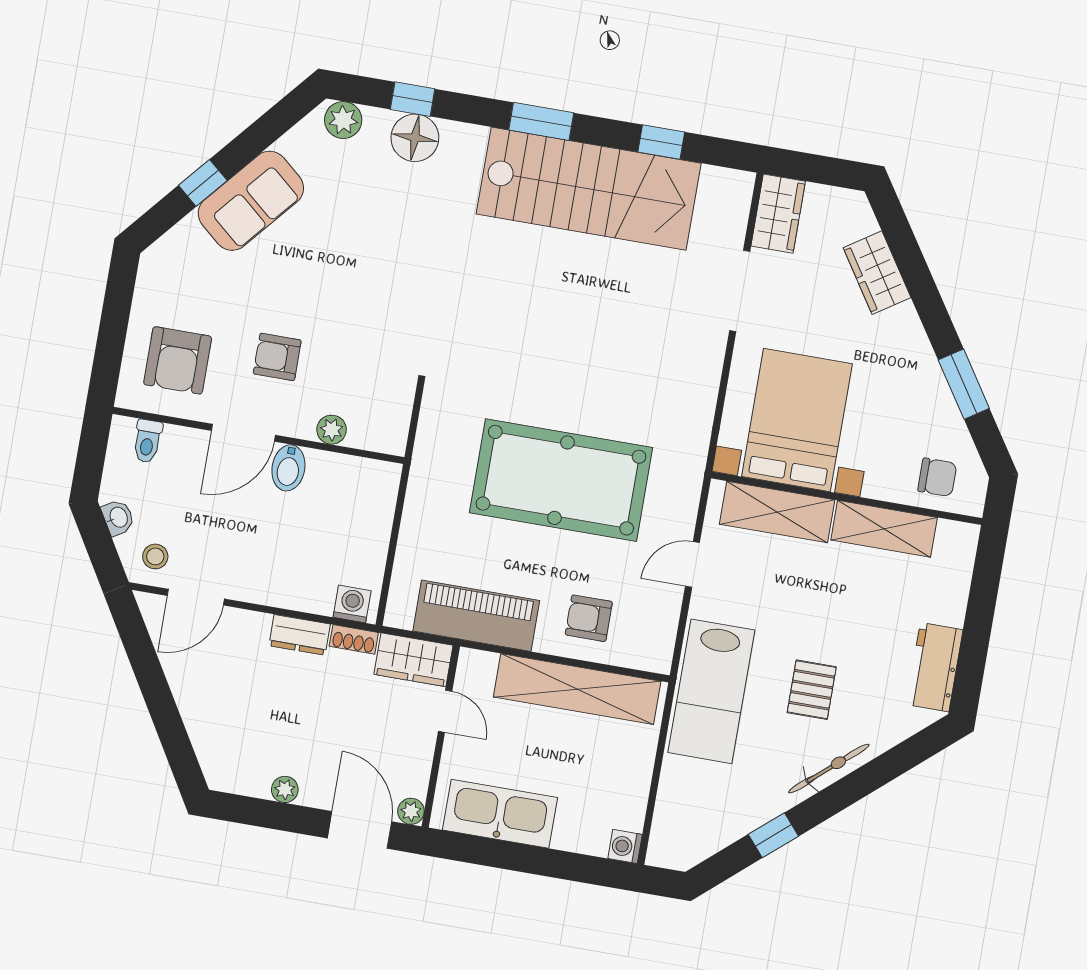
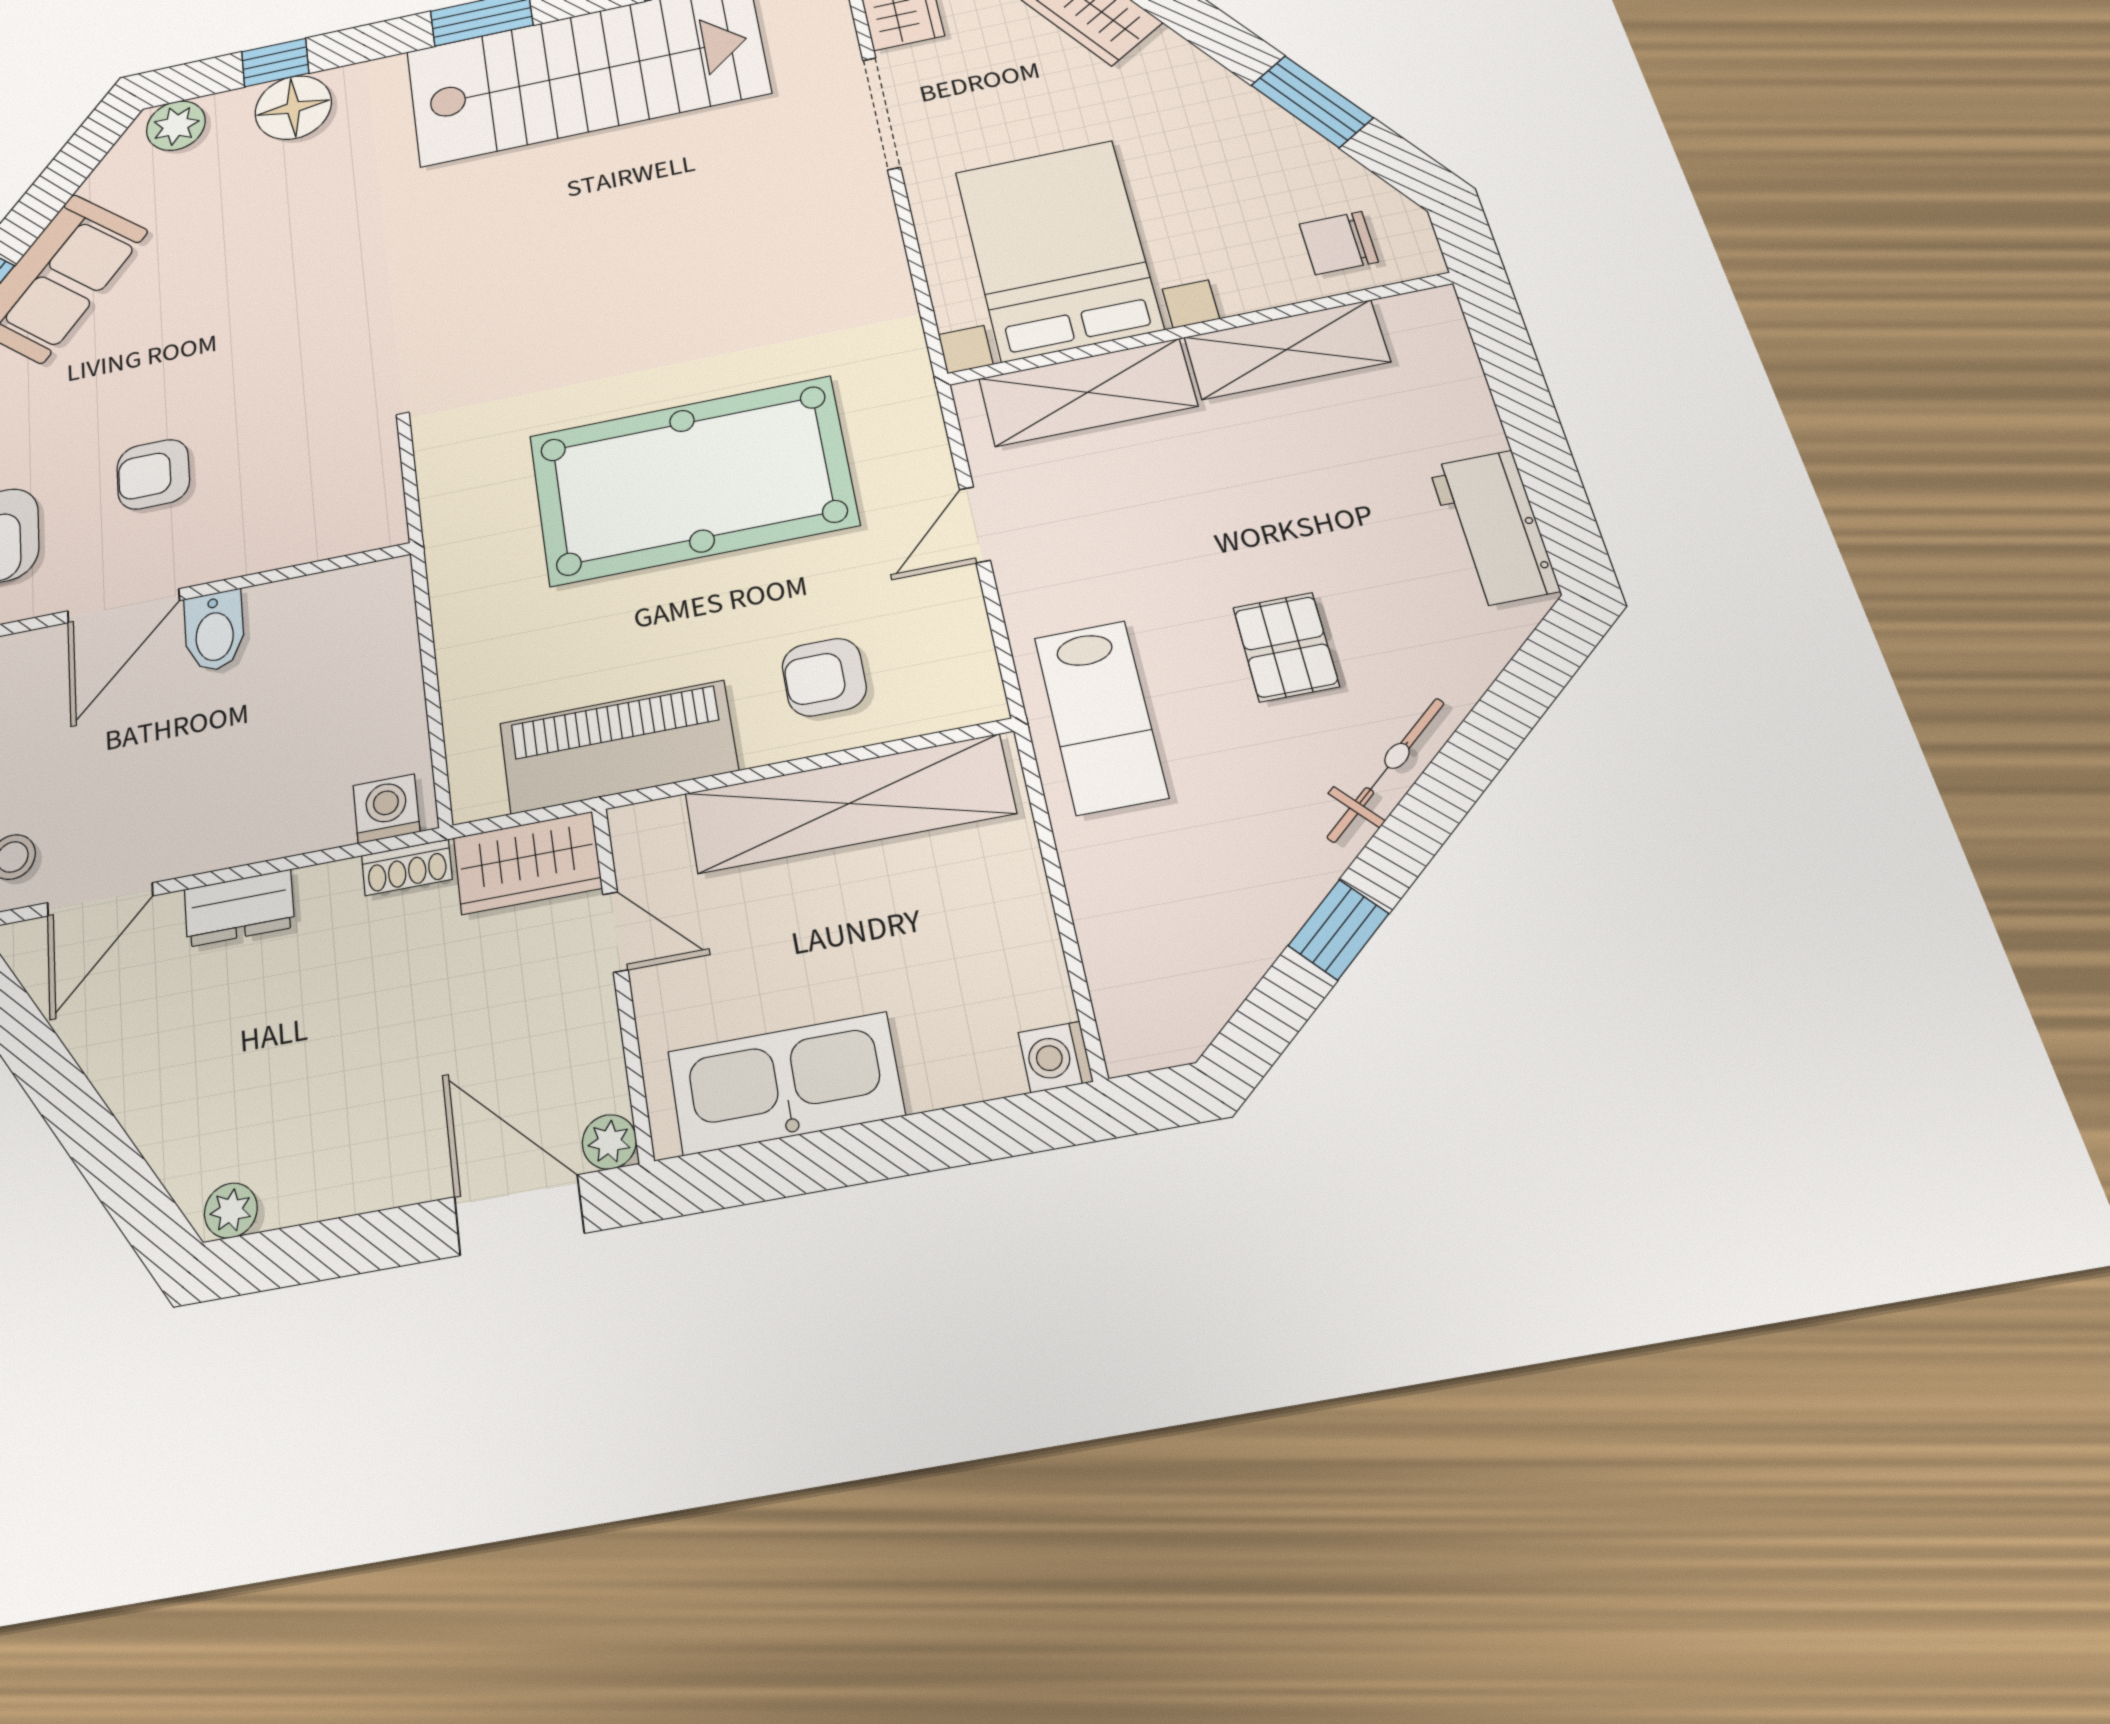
plant: (332, 430) -> (273, 547), removed
chair: (937, 477) -> (1339, 243), turned 180
dresser: (300, 635) -> (239, 908), moved
lab bench: (711, 691) -> (1101, 717), width x0.73, depth x0.72
plant: (285, 789) -> (231, 1211), moved

